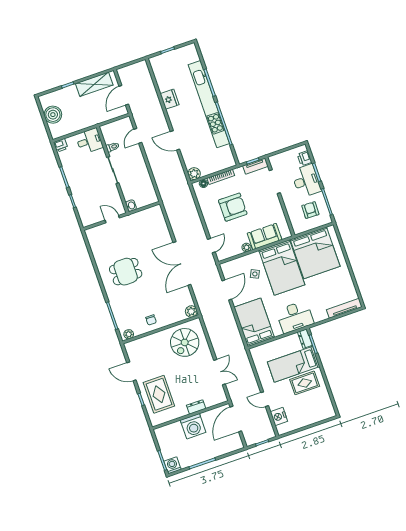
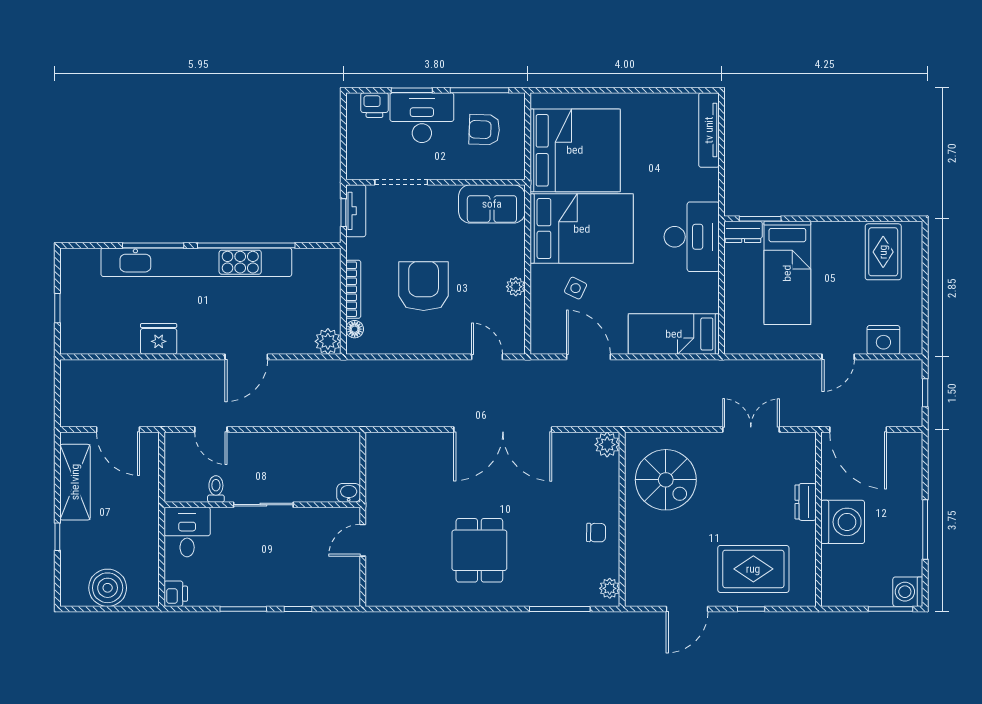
sofa: (265, 236) -> (492, 204), moved, turned -90
bed: (254, 322) -> (674, 334), width x0.67
rug: (305, 383) -> (883, 252), moved

